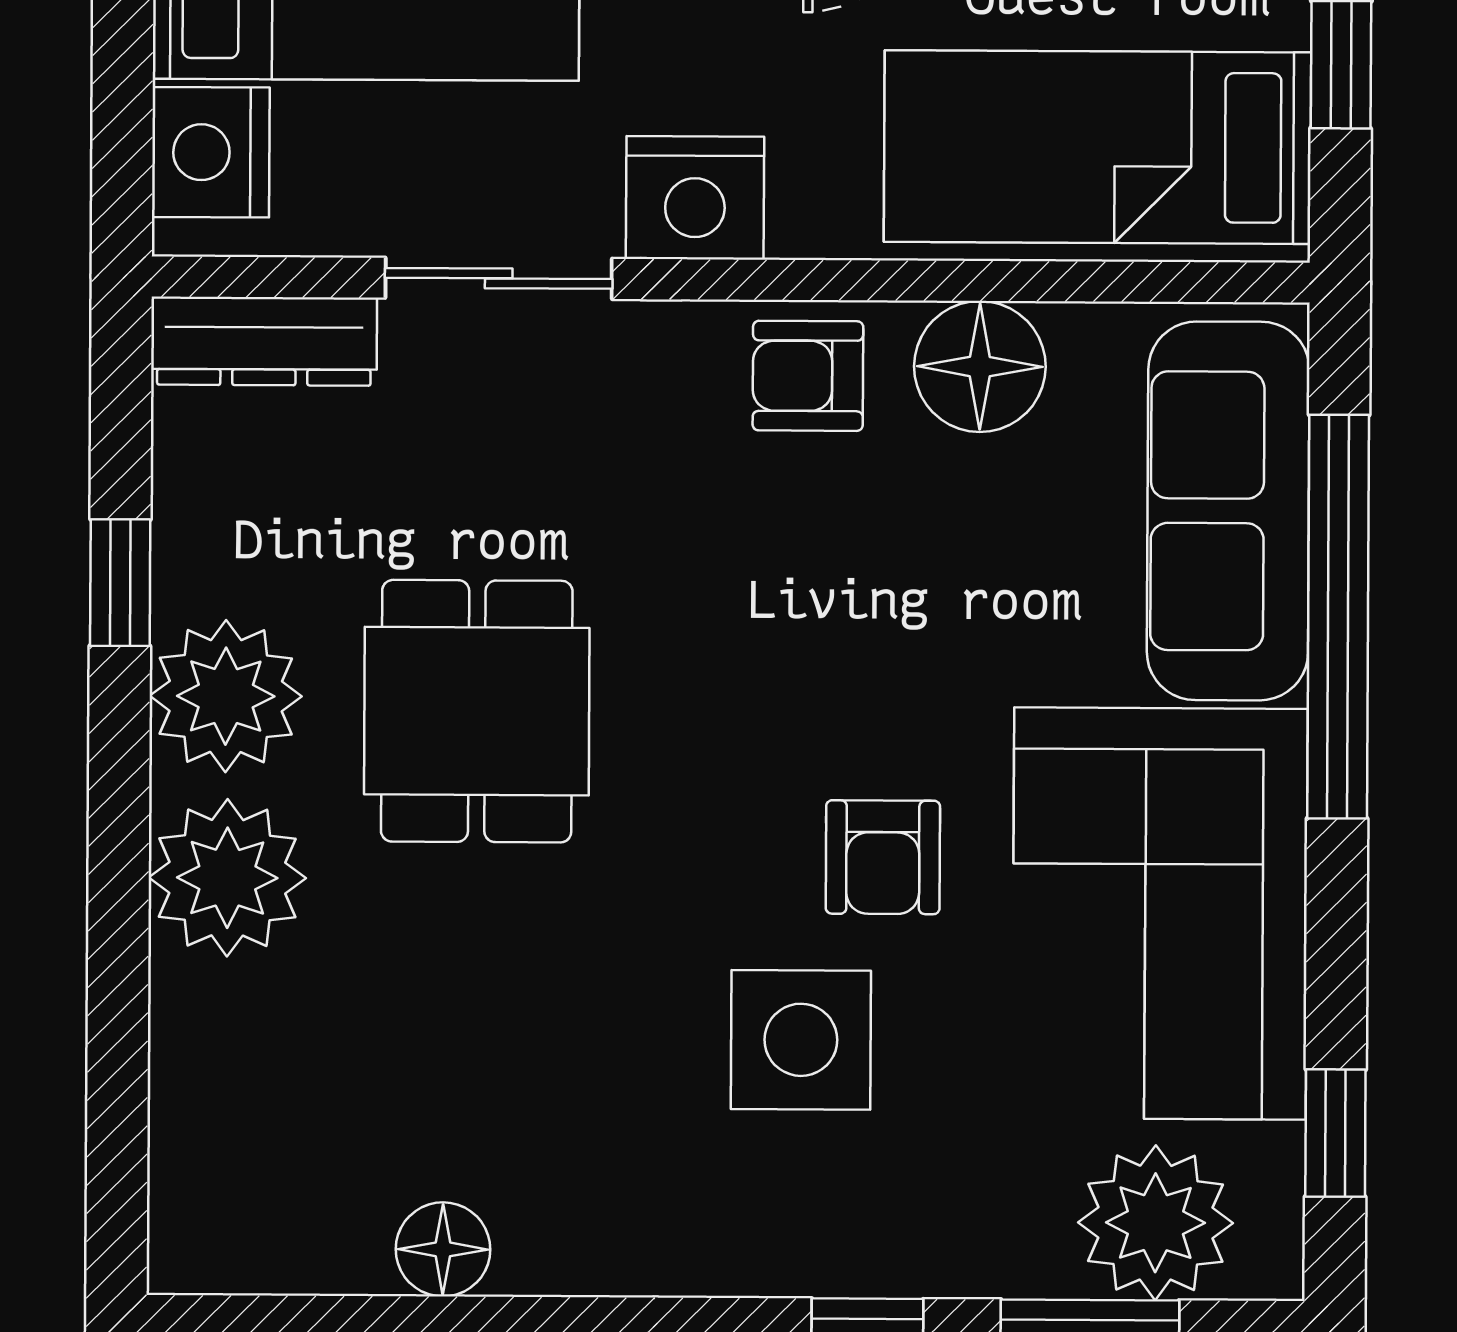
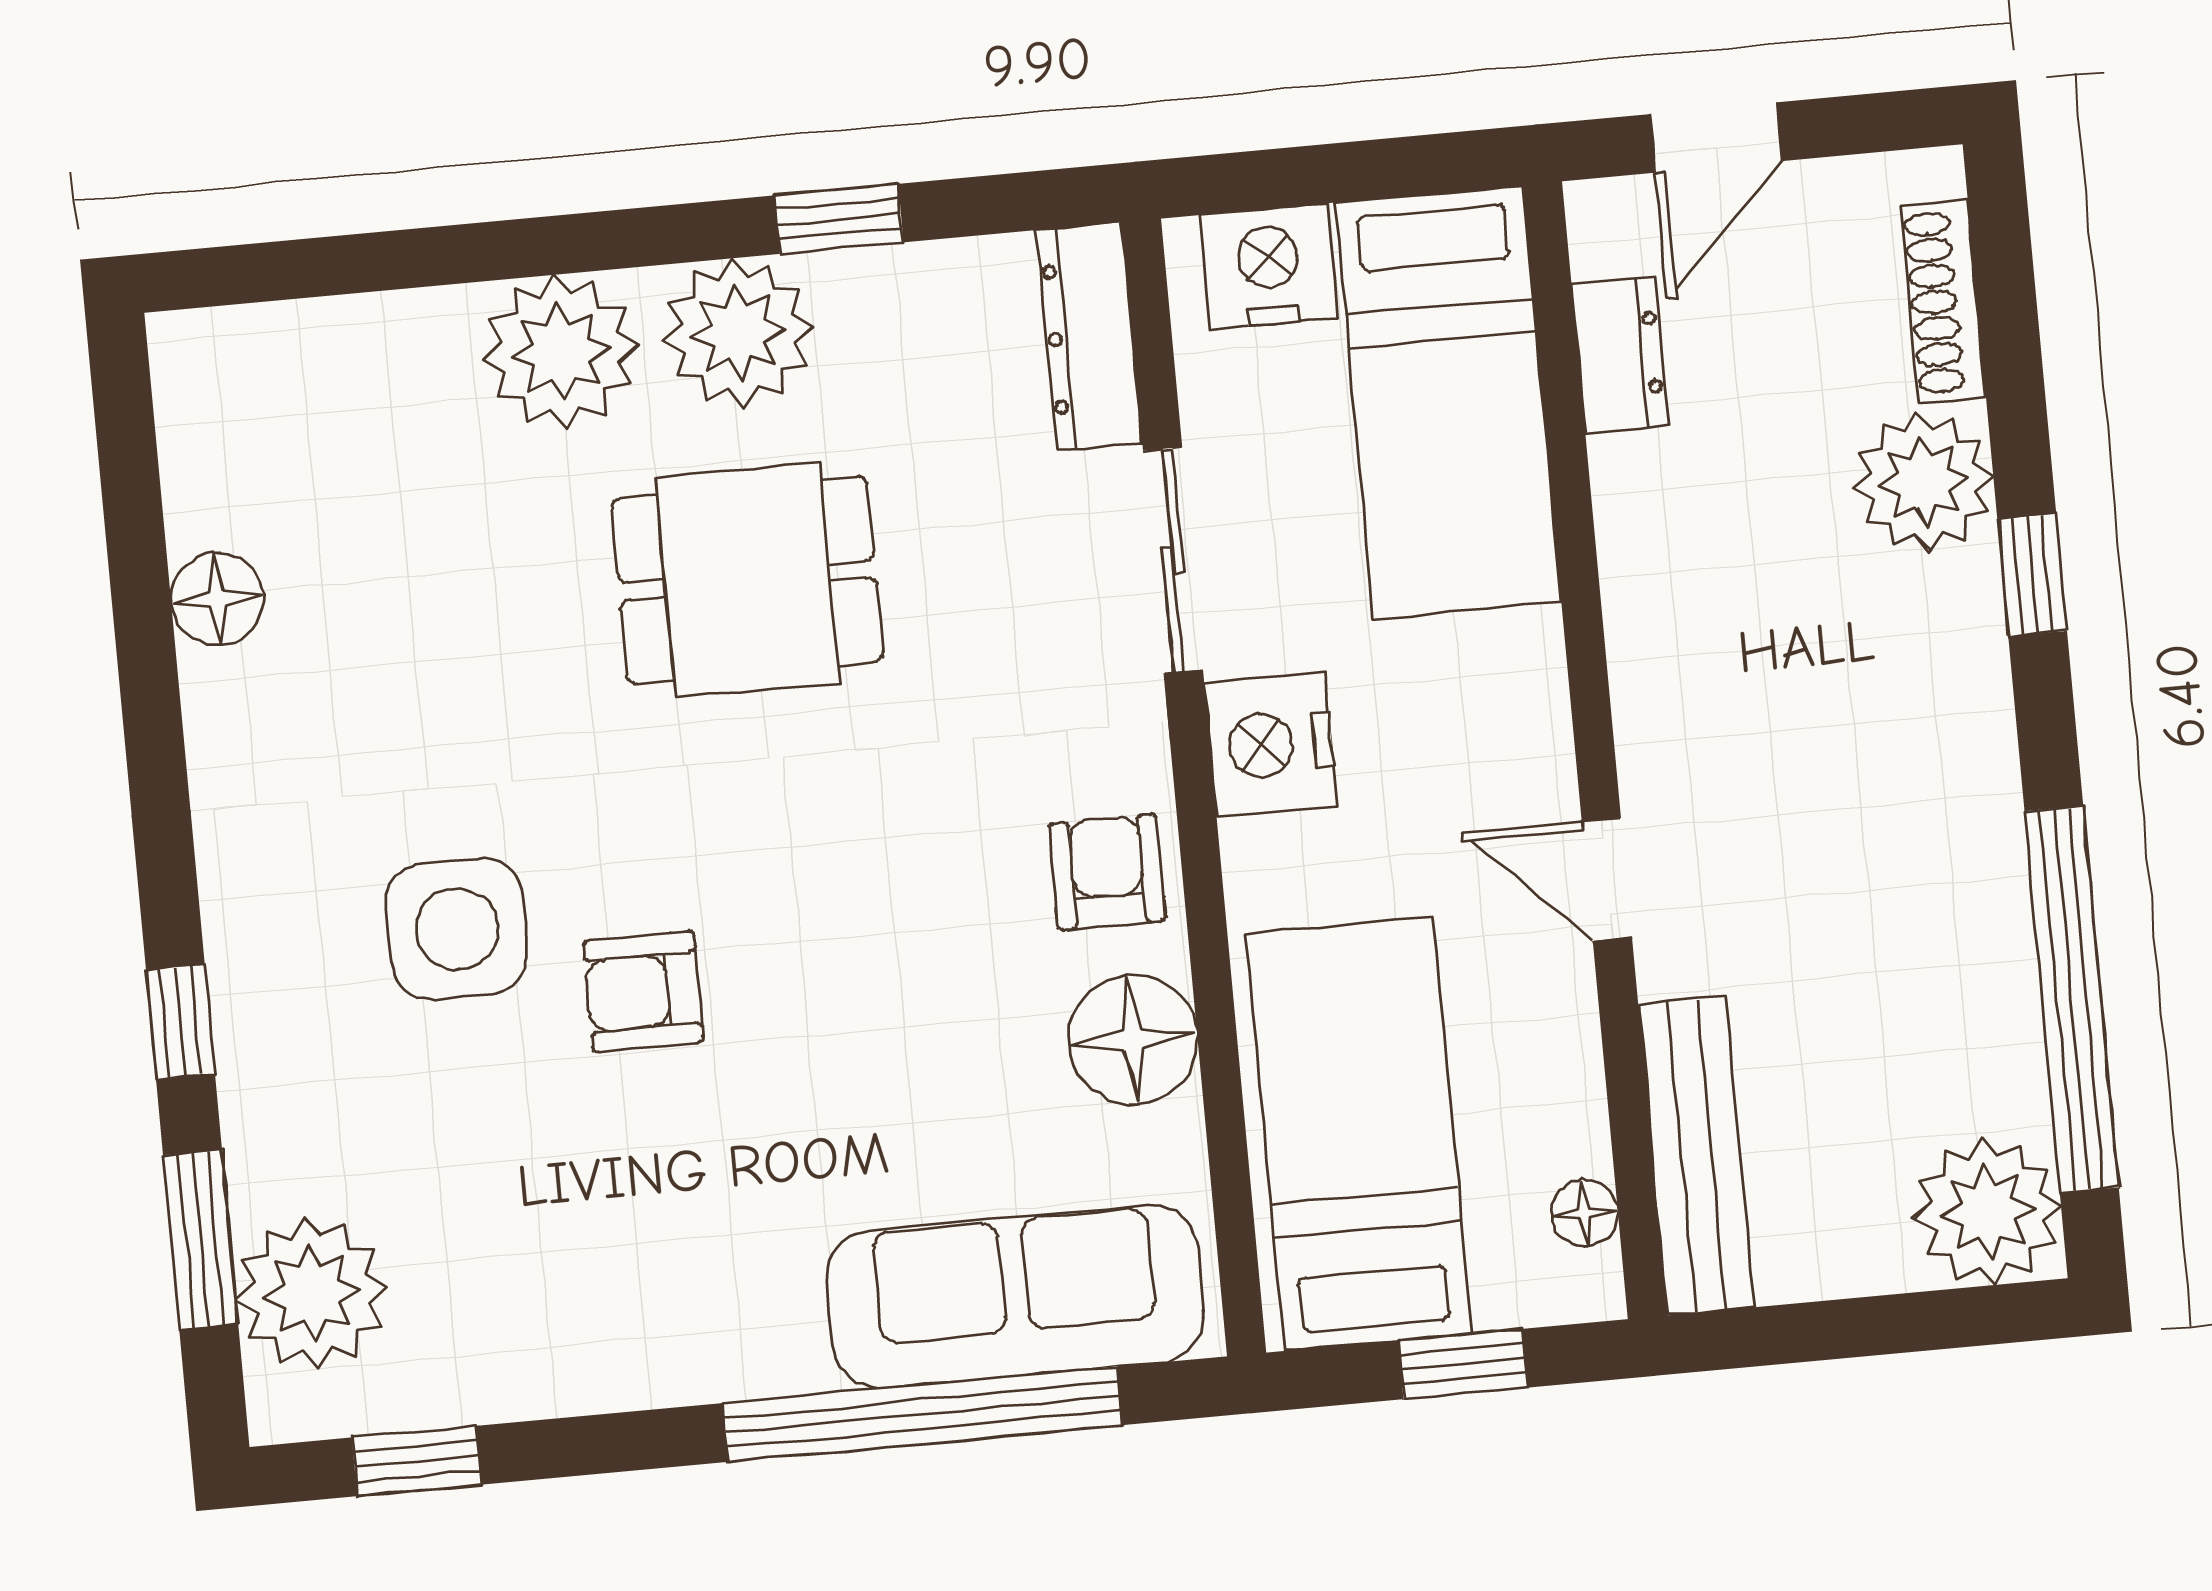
corner sofa: (1160, 914) -> (615, 1268), removed

